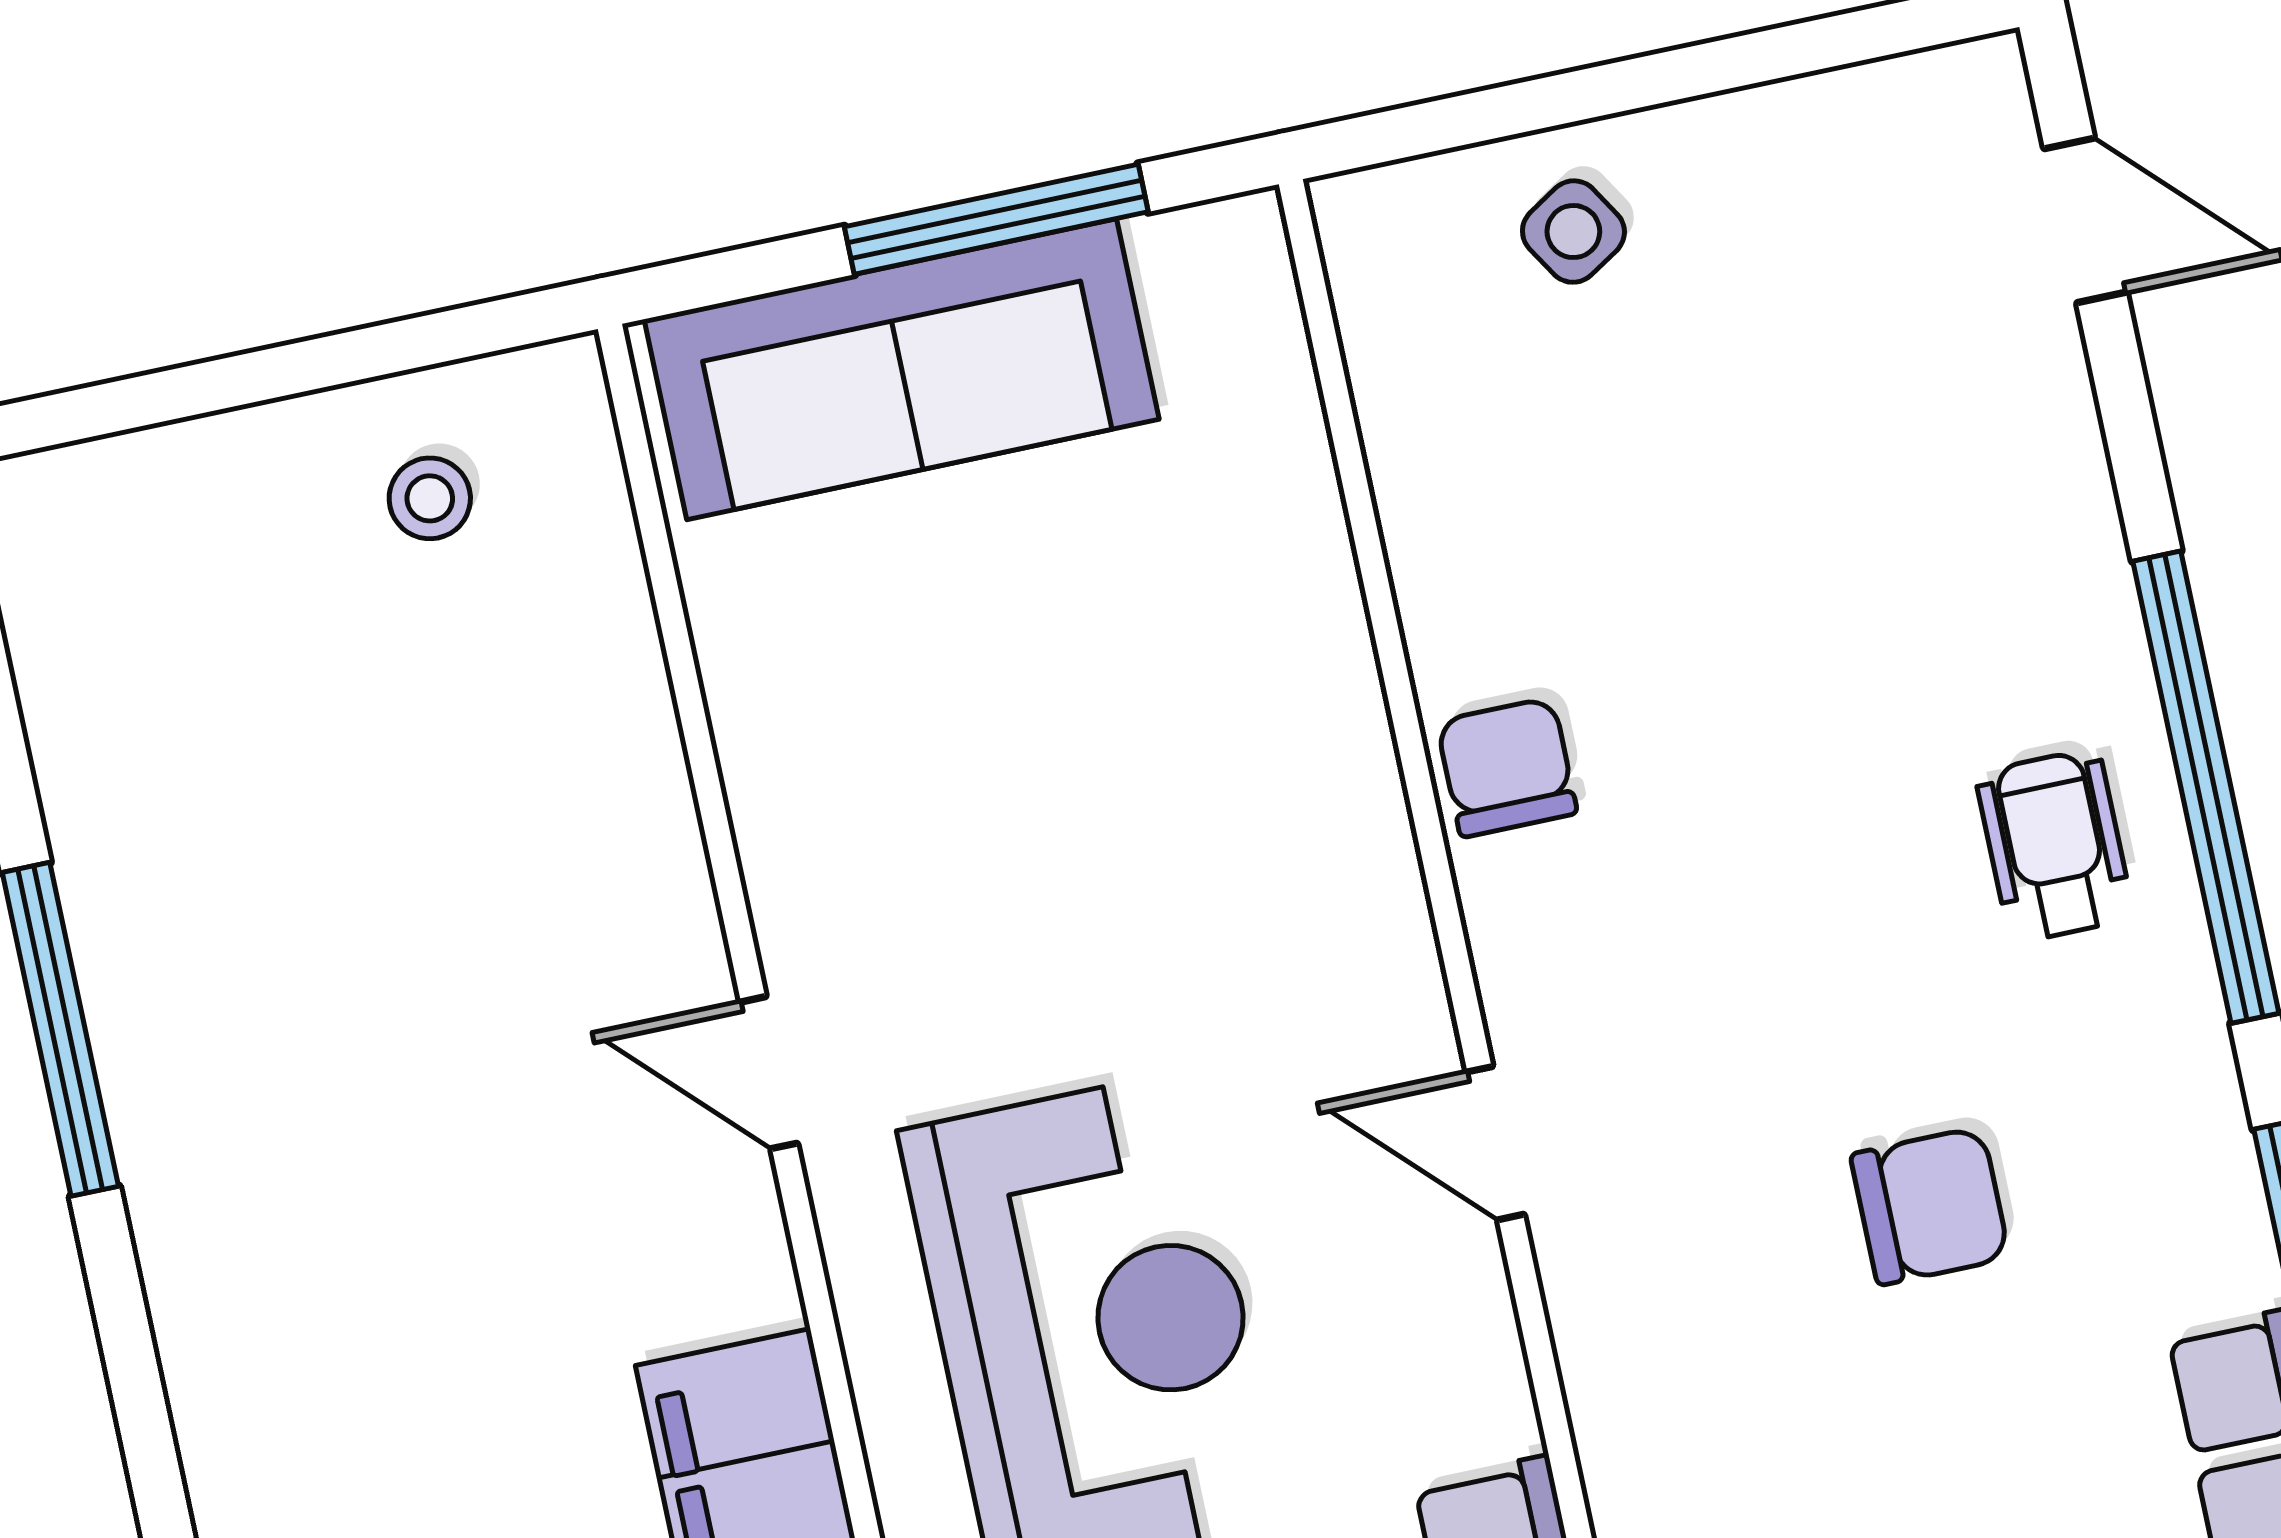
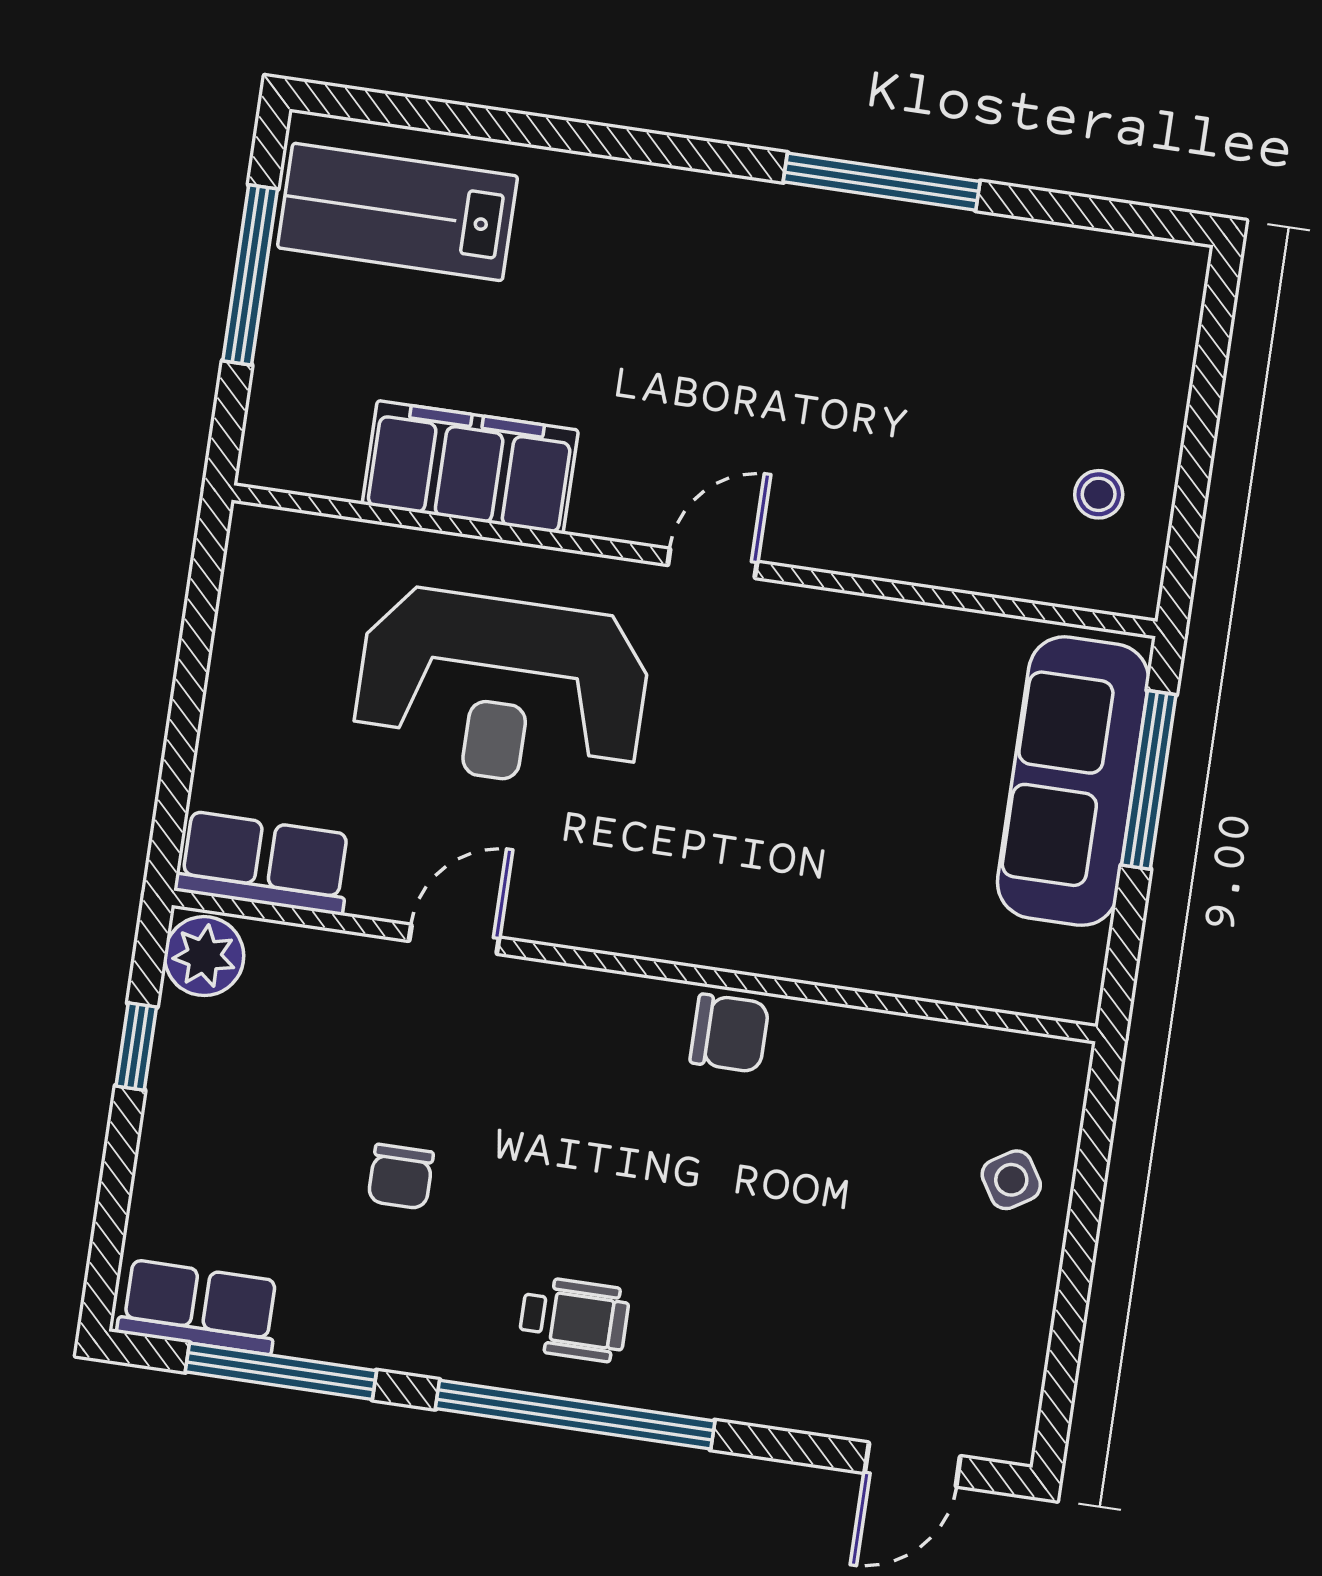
window: (996, 219) -> (1149, 780), moved
door: (1495, 1143) -> (454, 939), moved
chair: (1930, 1206) -> (401, 1177), width x0.73, depth x0.73

